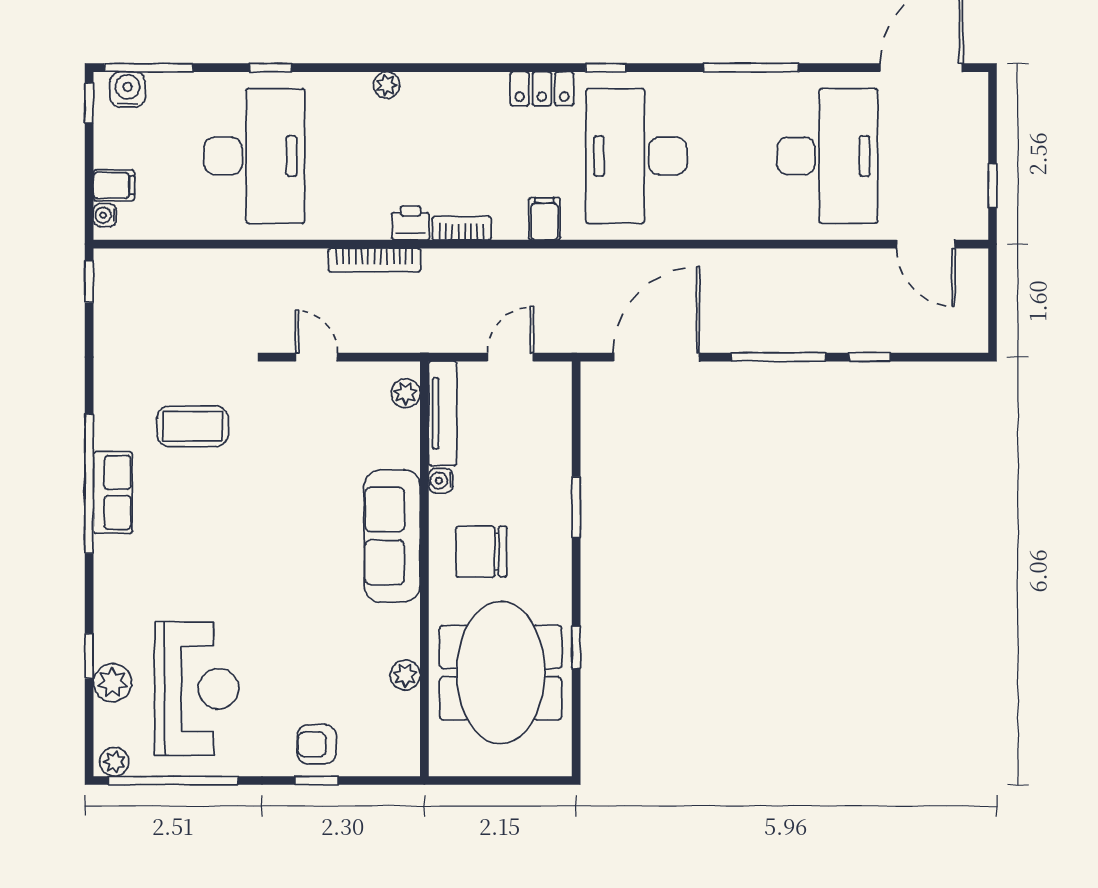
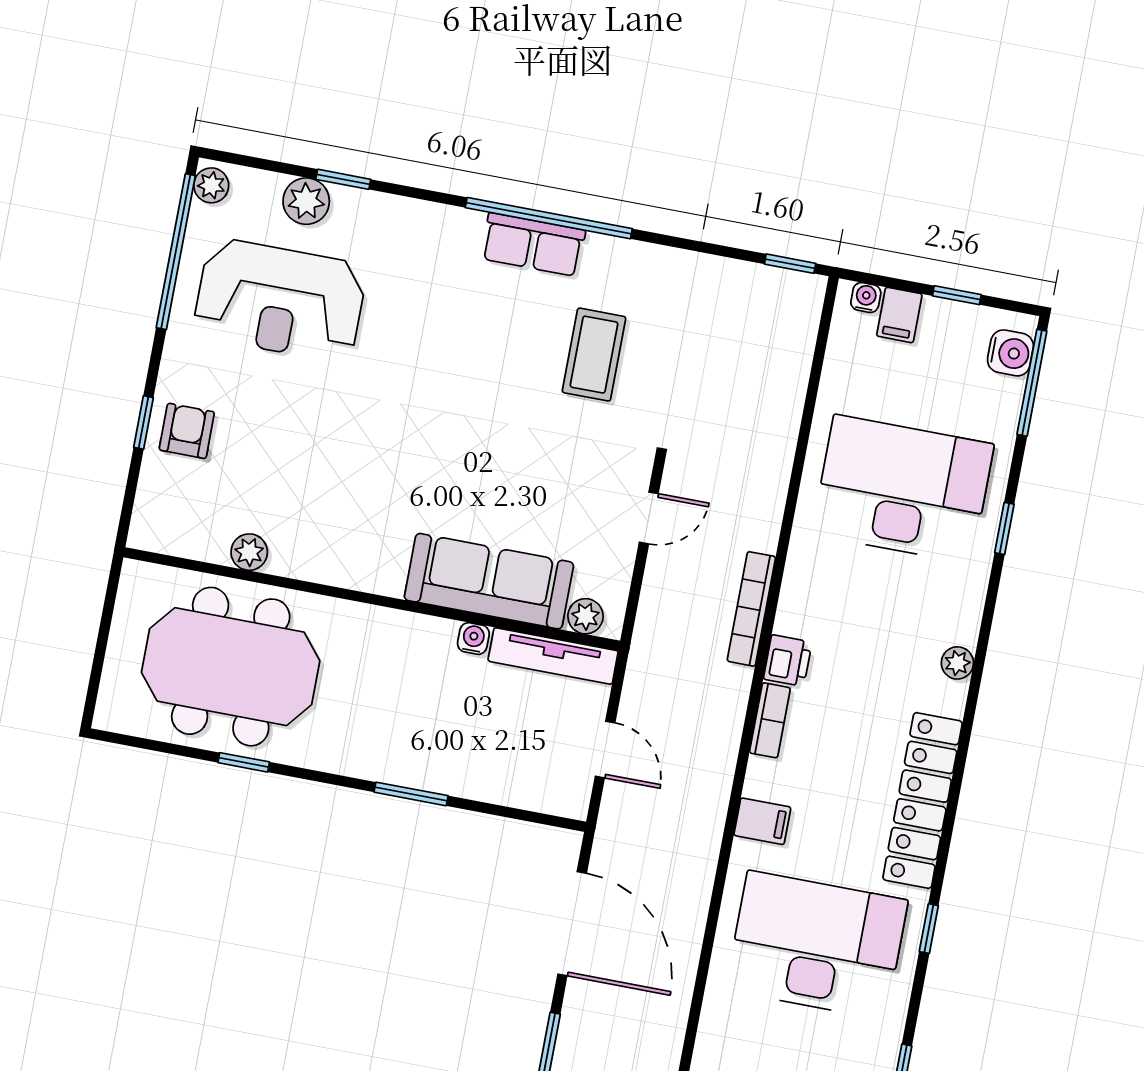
locker: (542, 89) -> (923, 800), width x2.16, depth x1.21
window: (89, 103) -> (957, 295), moved
desk: (254, 156) -> (903, 489), turned 180
sofa: (392, 536) -> (489, 581), moved
chair: (482, 552) -> (379, 671), removed

